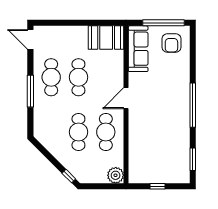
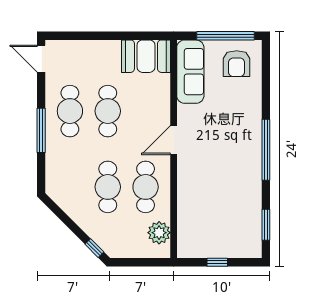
plant: (116, 175) -> (159, 233), moved

